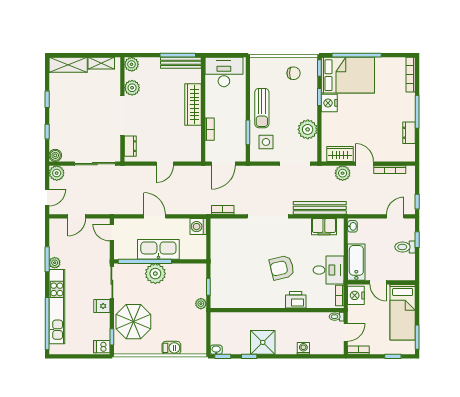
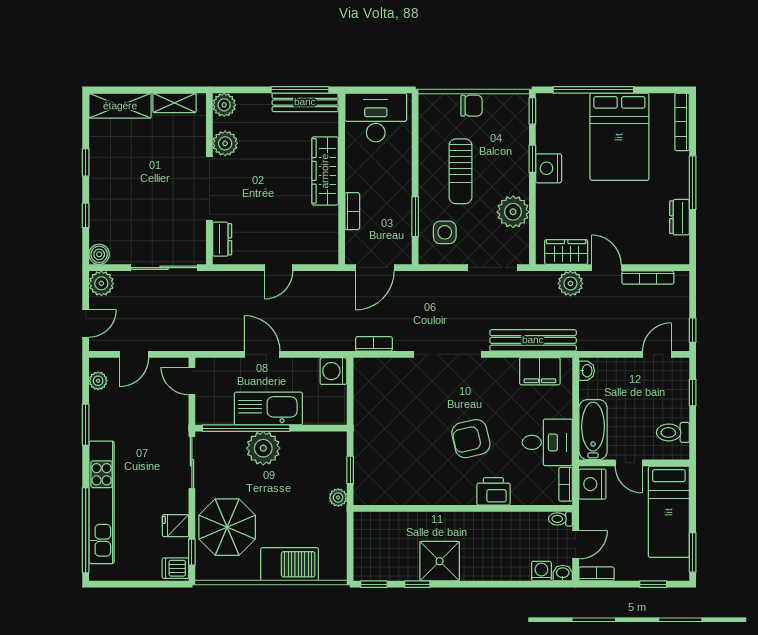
chair: (294, 73) -> (471, 106), moved
bed: (348, 75) -> (619, 137), moved, turned 90
sun lounger: (262, 108) -> (460, 171), moved
toilet: (405, 247) -> (673, 432), moved
plant: (55, 263) -> (98, 381), moved
fridge: (102, 306) -> (175, 526), moved
barbecue: (171, 348) -> (290, 564), width x1.88, depth x1.53
washing machine: (303, 348) -> (541, 571), moved
washbasin: (216, 350) -> (563, 573), moved

